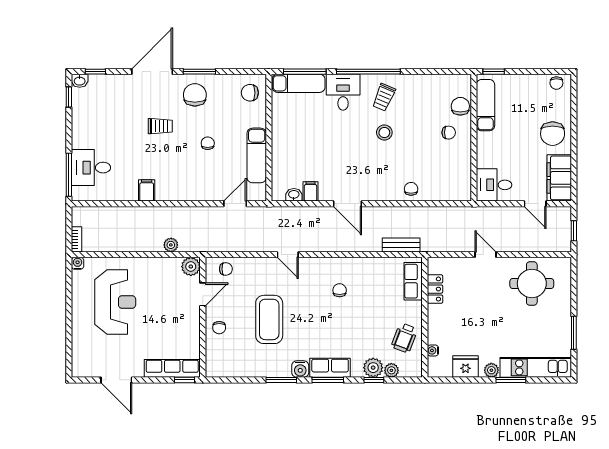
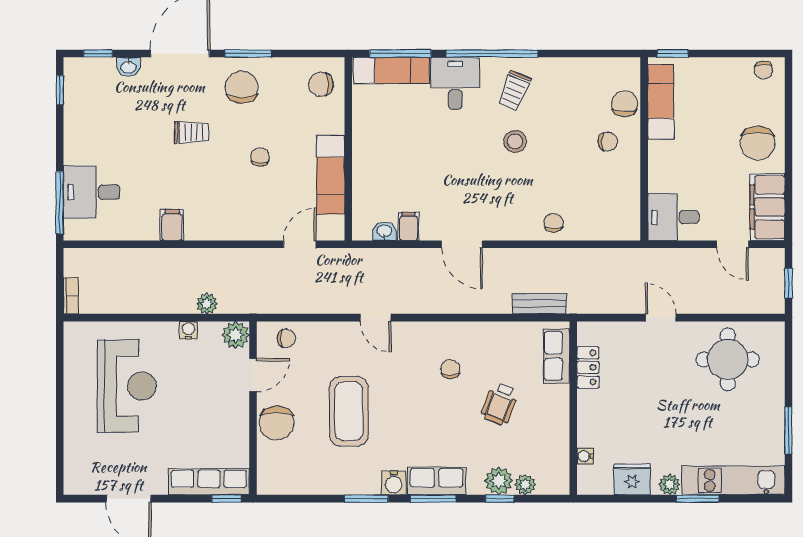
washbasin: (80, 81) -> (128, 67), moved
water cooler: (78, 263) -> (188, 330), moved
chair: (219, 328) -> (277, 423), width x1.87, depth x1.87
wheelchair: (404, 338) -> (500, 404), moved

